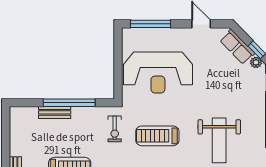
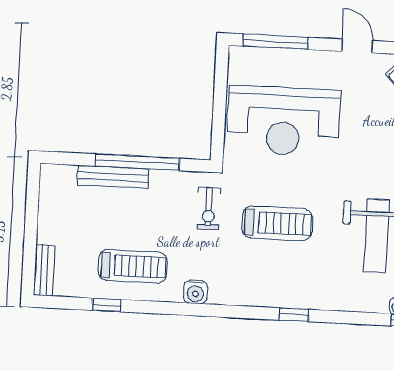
bench: (55, 112) -> (113, 177), width x1.36
treadmill: (157, 136) -> (277, 223), turned 180

